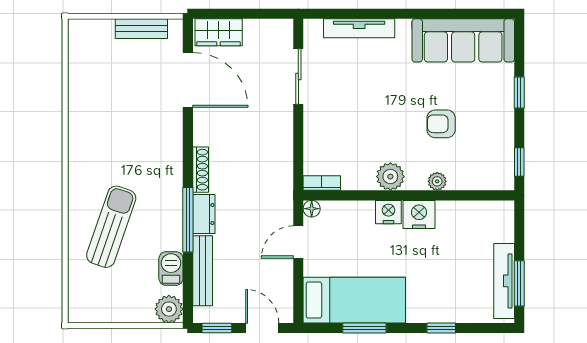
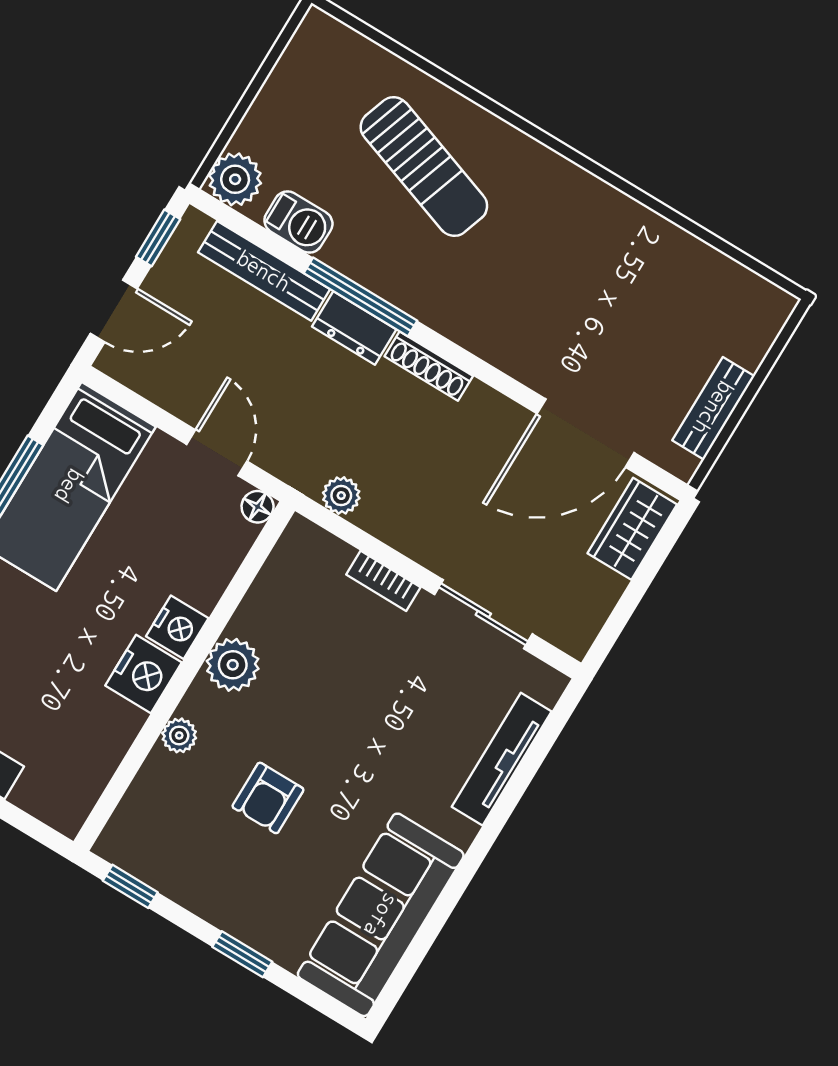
armchair: (441, 124) -> (268, 798), turned 180
plant: (283, 174) -> (341, 496), added
bookcase: (322, 183) -> (383, 581), moved, turned 90

